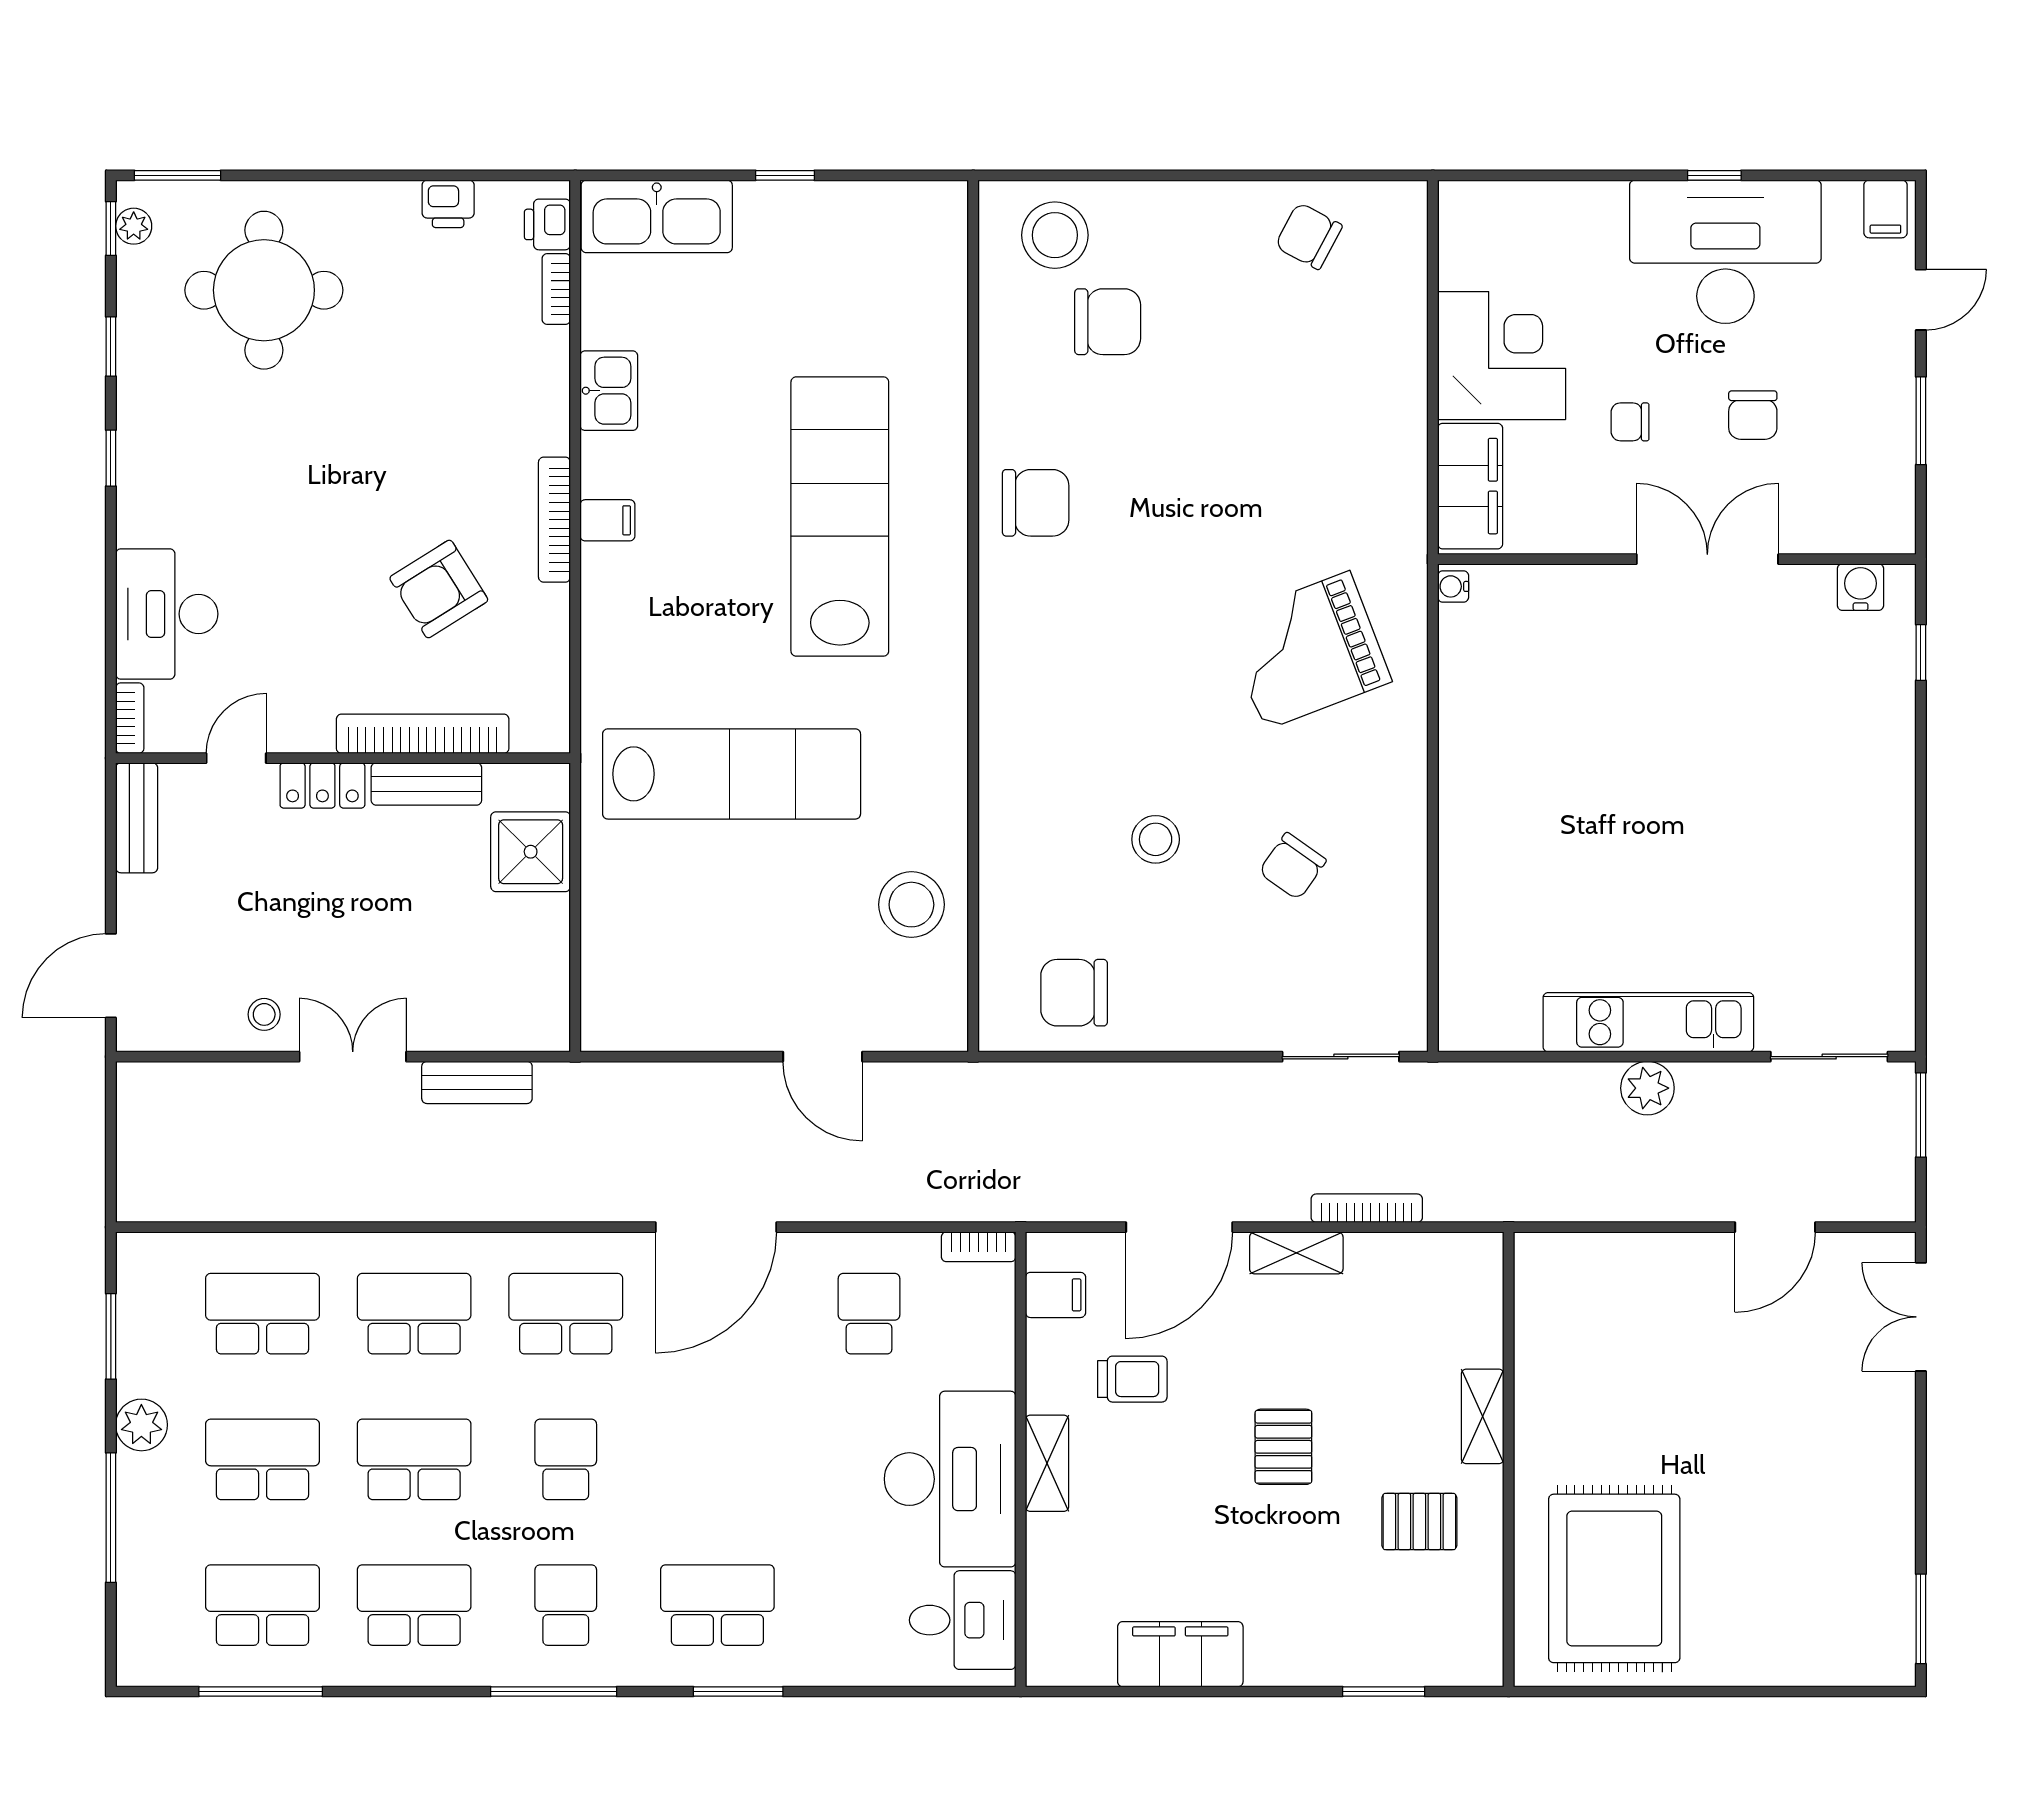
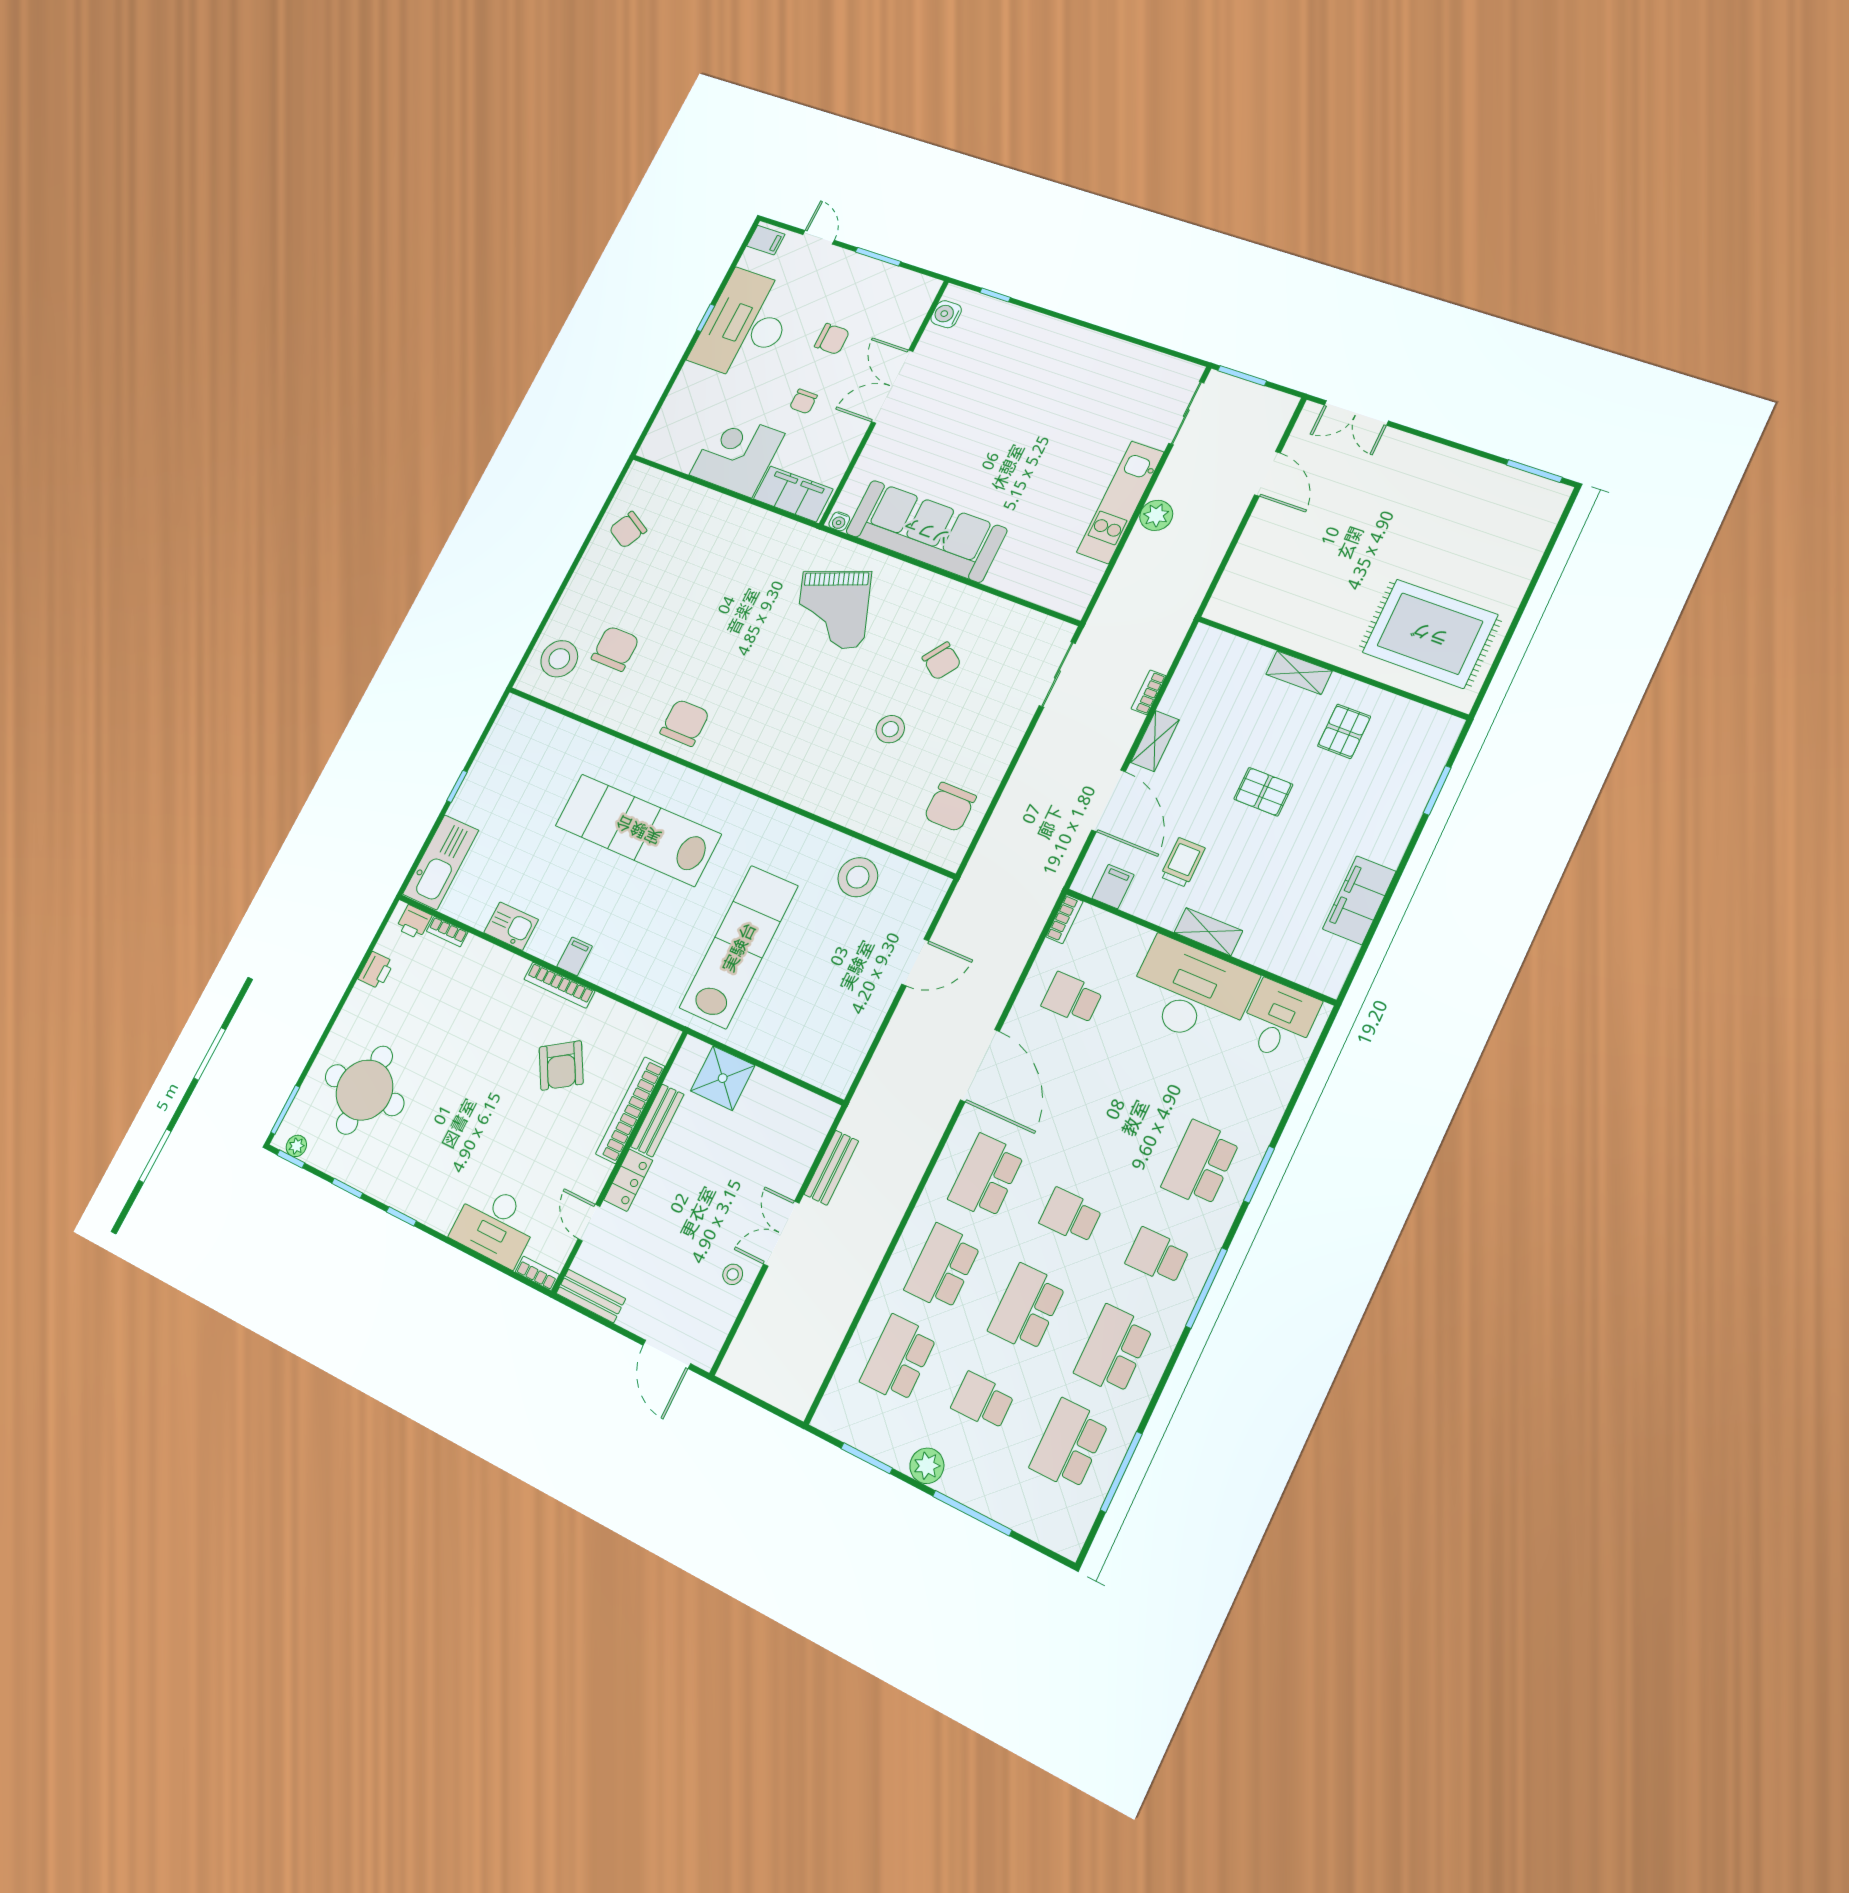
sofa: (1489, 737) -> (926, 531), added
bookcase: (1367, 1208) -> (1149, 692), width x0.64
school desk: (263, 1459) -> (983, 1401), width x0.54

